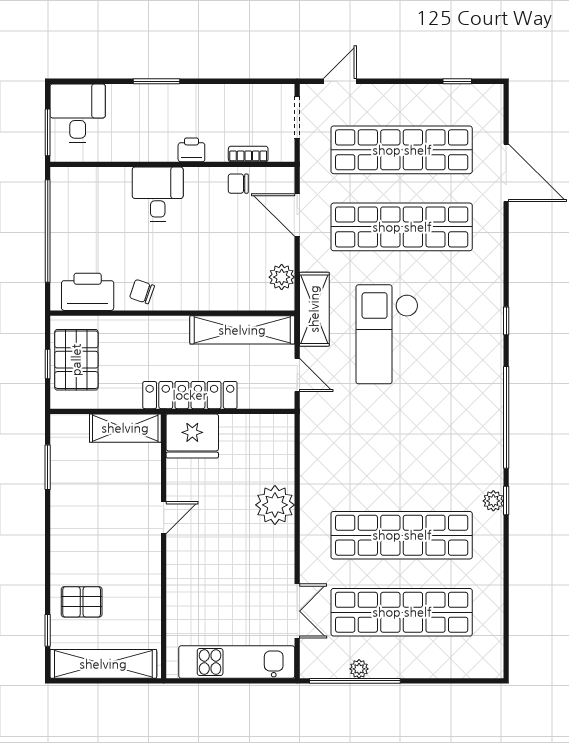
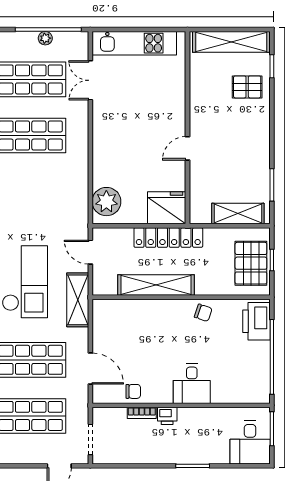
bookcase: (248, 154) -> (142, 413), moved
plant: (282, 277) -> (102, 323), removed
printer: (88, 292) -> (256, 321), moved, turned 90
shelving: (242, 330) -> (156, 285), moved
shelving: (125, 428) -> (238, 213), moved
plant: (275, 505) -> (106, 202), moved

